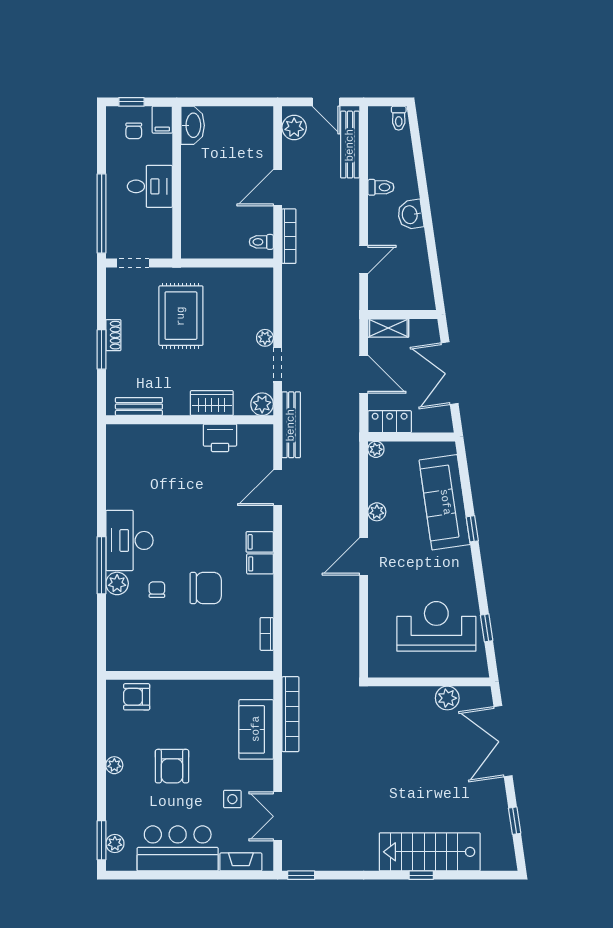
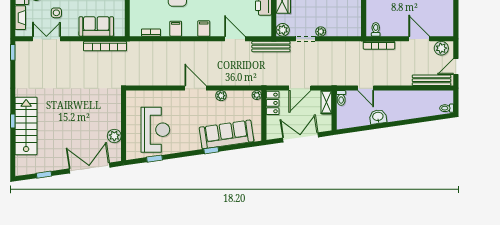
toilet: (381, 187) -> (341, 98), moved
door: (278, 188) -> (419, 39), moved
washbasin: (410, 215) -> (378, 117), moved
filing cabinet: (260, 564) -> (176, 29), moved

